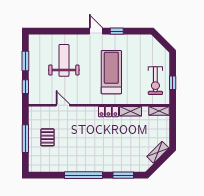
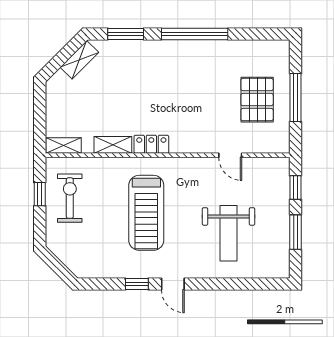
pallet: (47, 137) -> (257, 100), width x1.50, depth x1.42
shelving: (158, 152) -> (79, 60), moved

